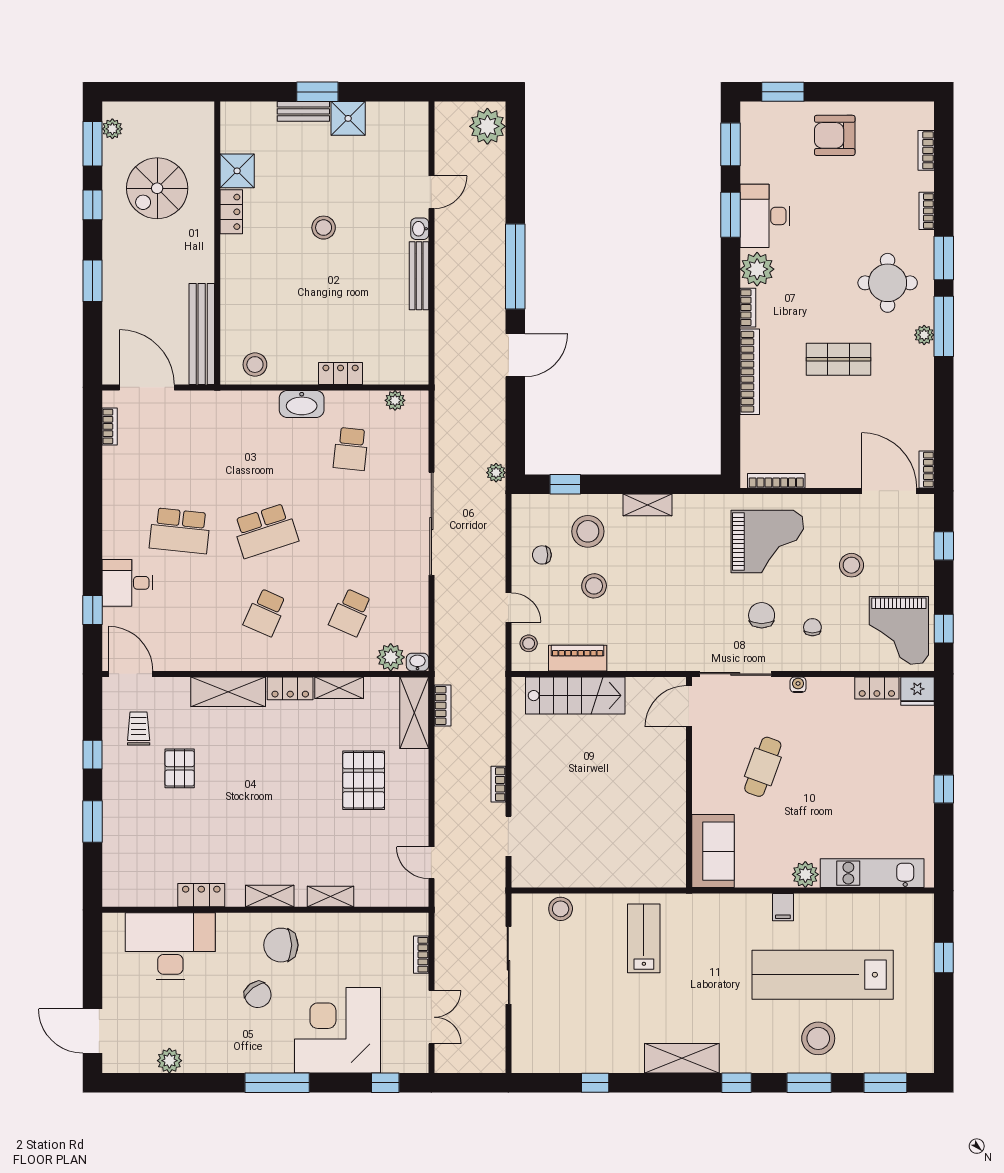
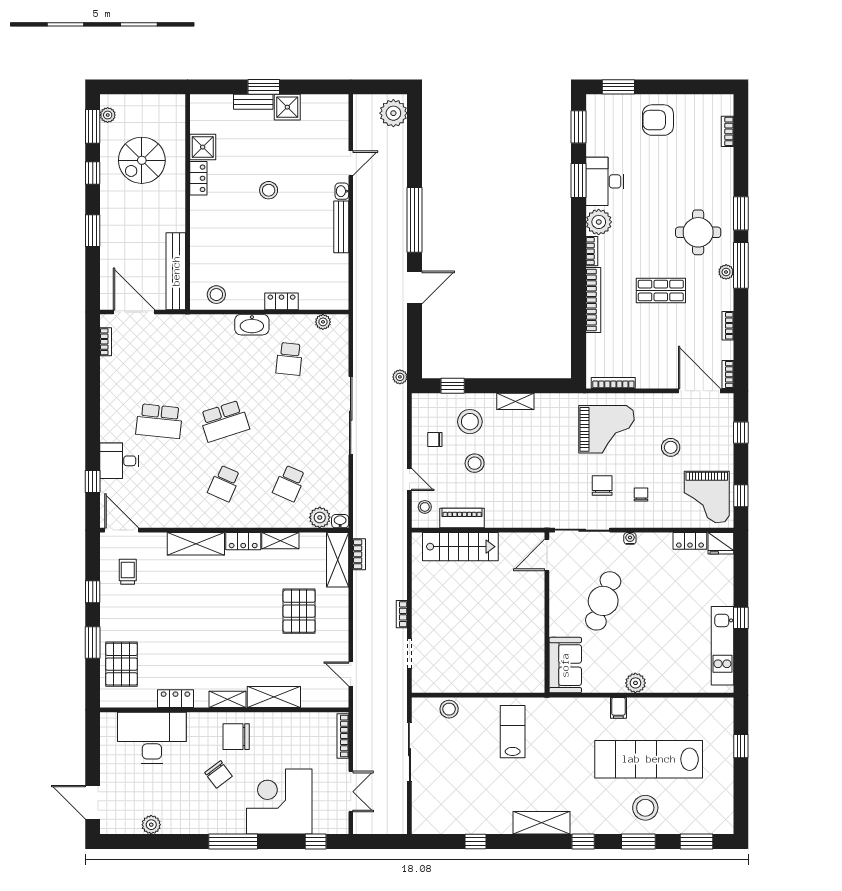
bookcase: (927, 211) -> (728, 326), moved
cafe table: (763, 767) -> (603, 601), width x1.37, depth x1.35
pallet: (180, 768) -> (121, 664), moved, width x1.50, depth x1.42
kitchen unit: (872, 873) -> (722, 646), moved, turned -90
shelving: (331, 896) -> (274, 697), width x1.50, depth x1.33
bookcase: (421, 955) -> (343, 736), width x1.56

